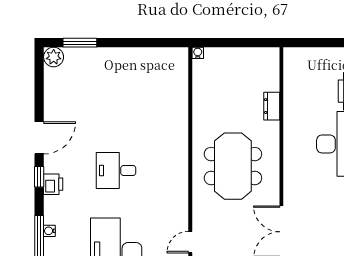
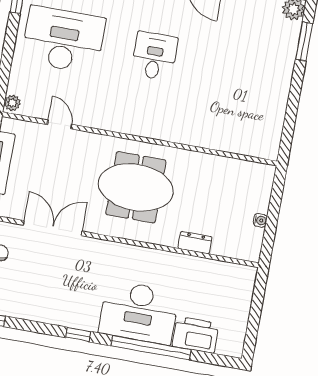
water cooler: (198, 53) -> (260, 220), moved

